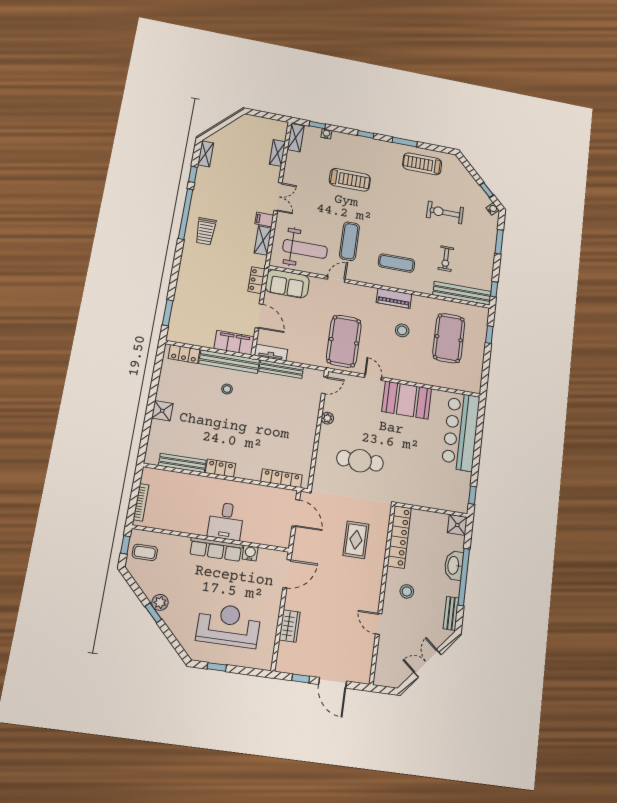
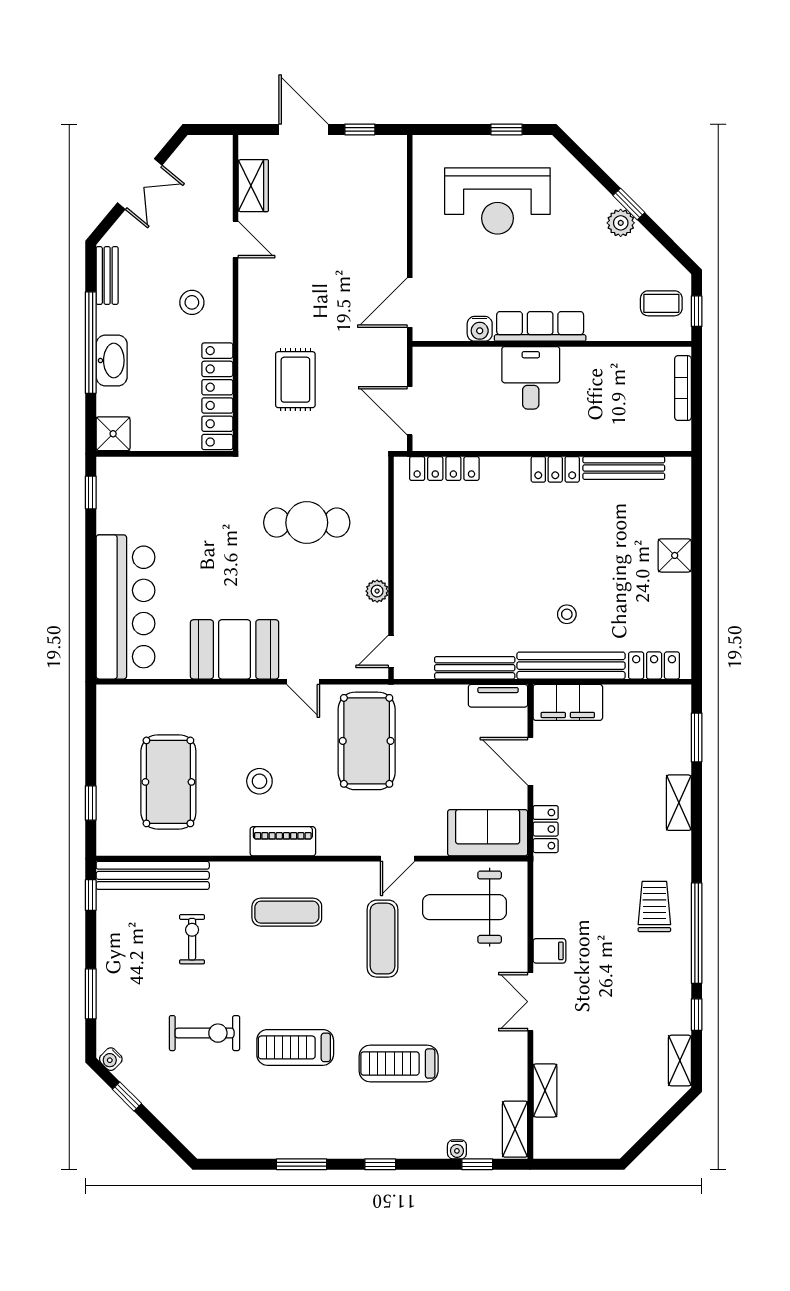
treadmill: (422, 164) -> (295, 1047), moved, turned 180
shelving: (263, 241) -> (679, 803), moved
wardrobe: (290, 626) -> (253, 186), moved, turned 180

